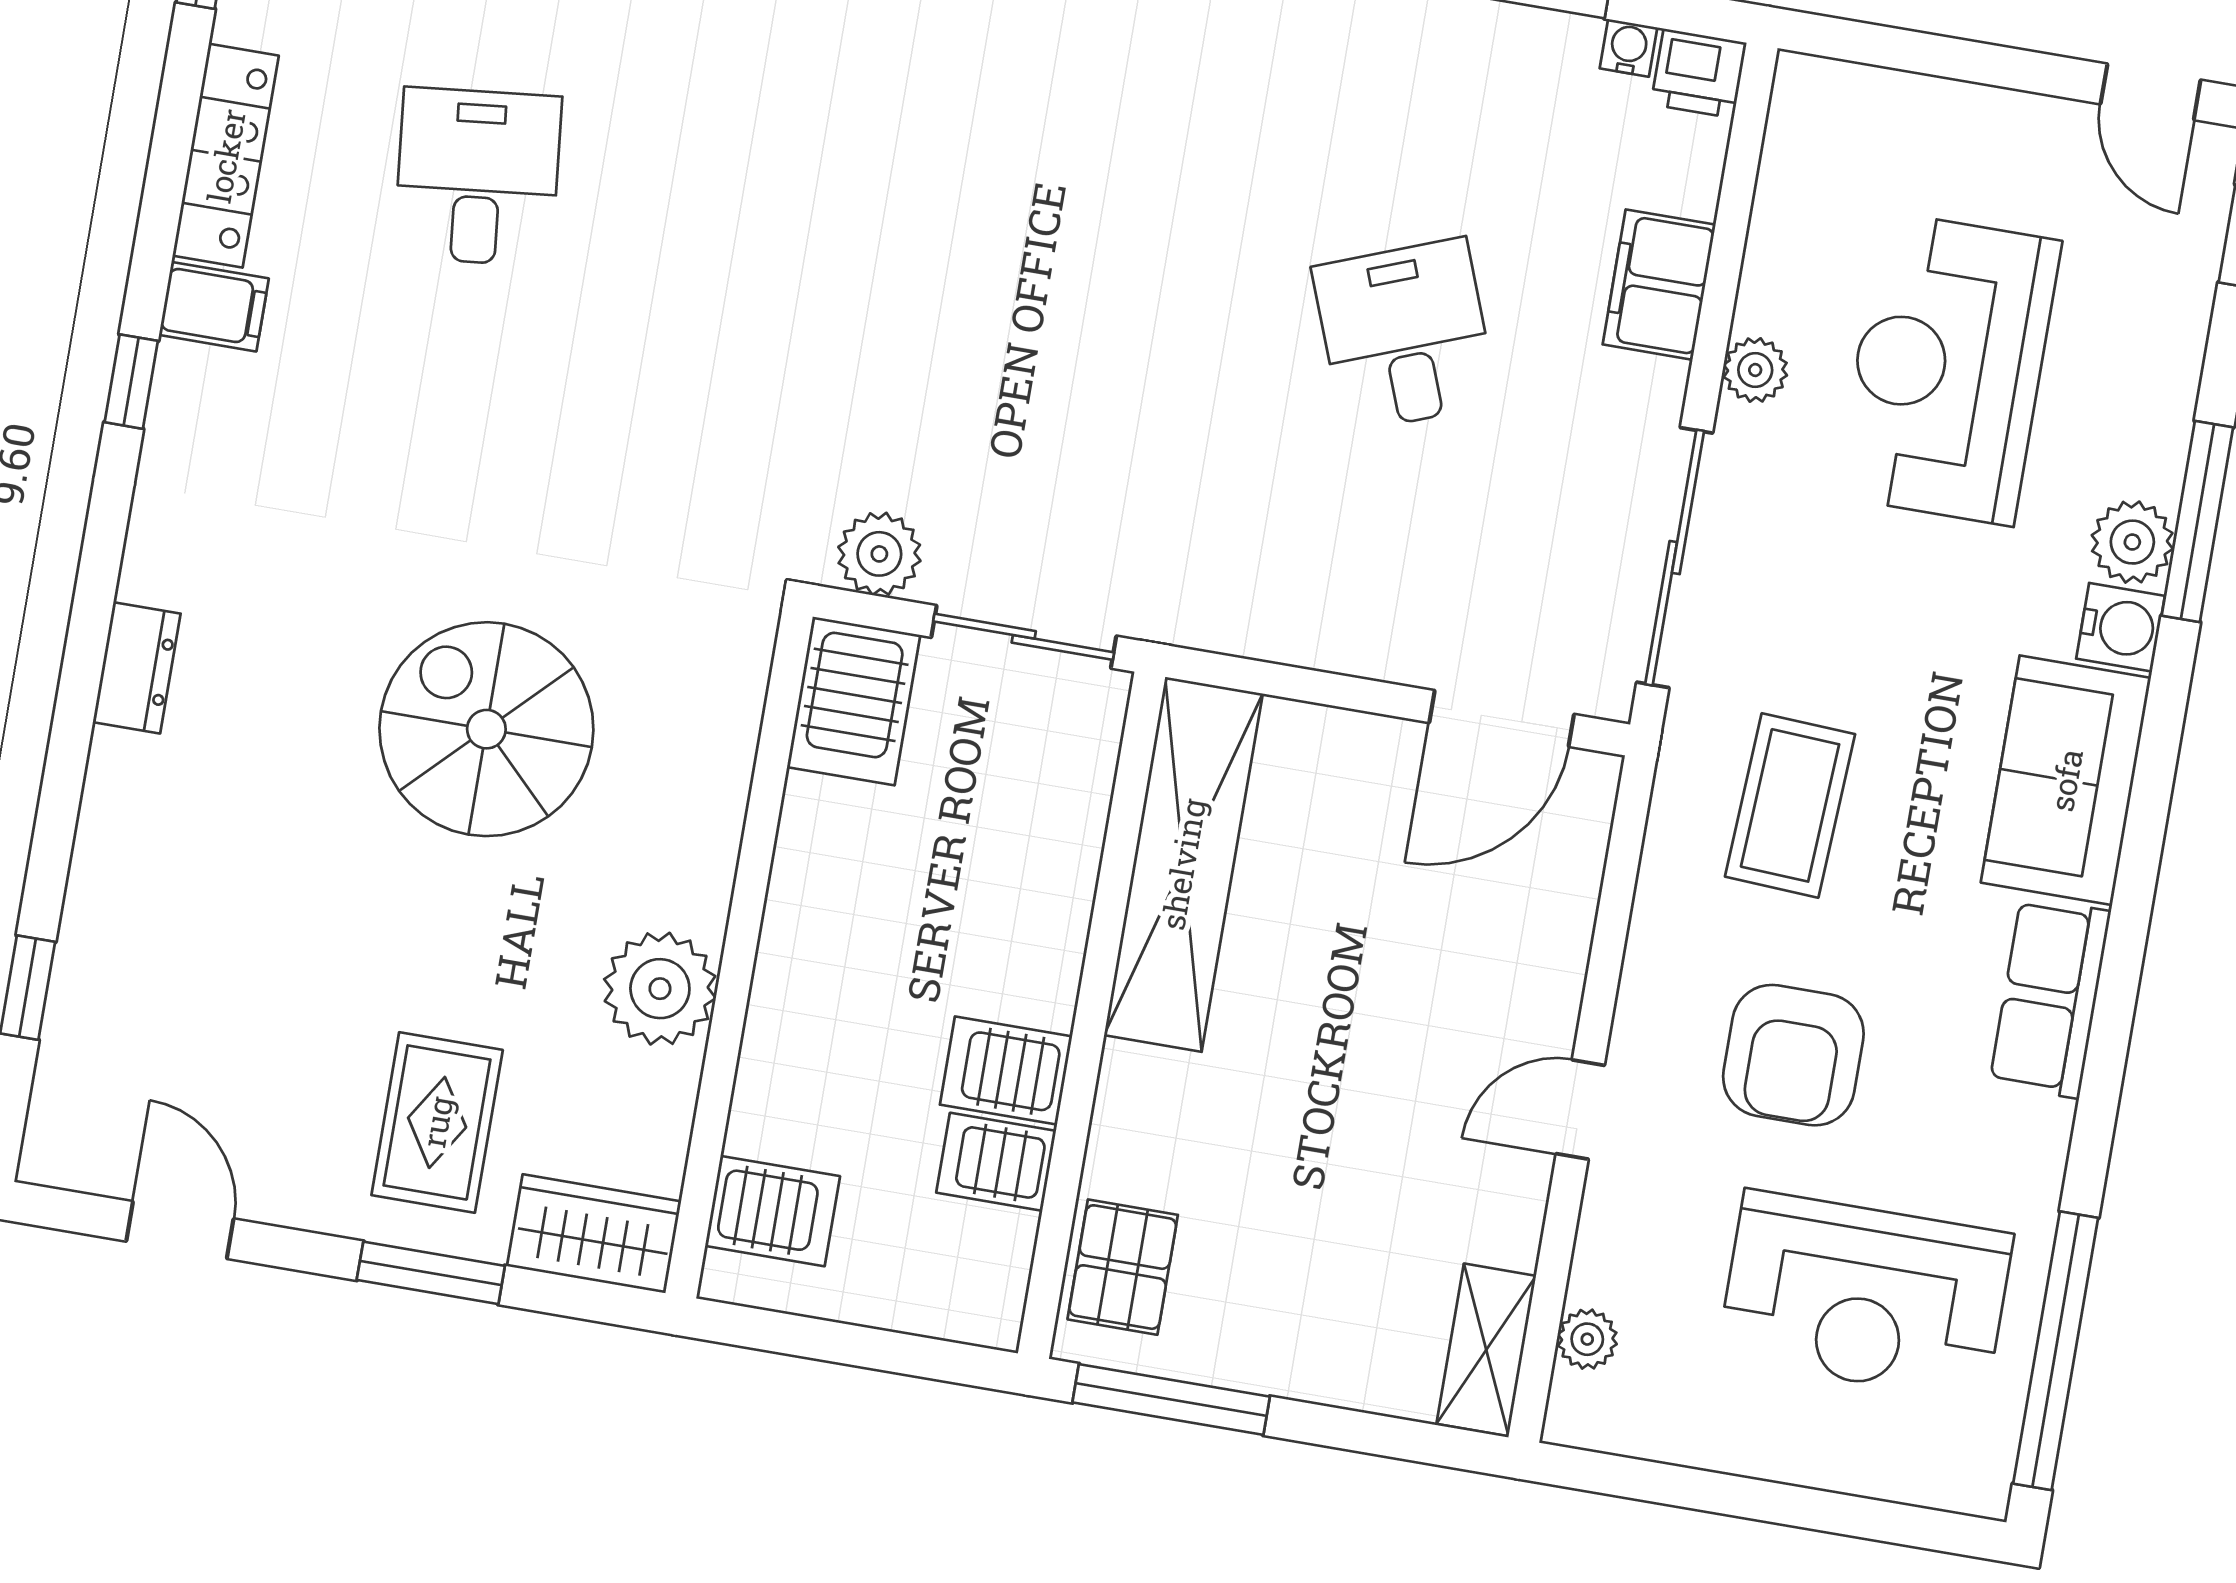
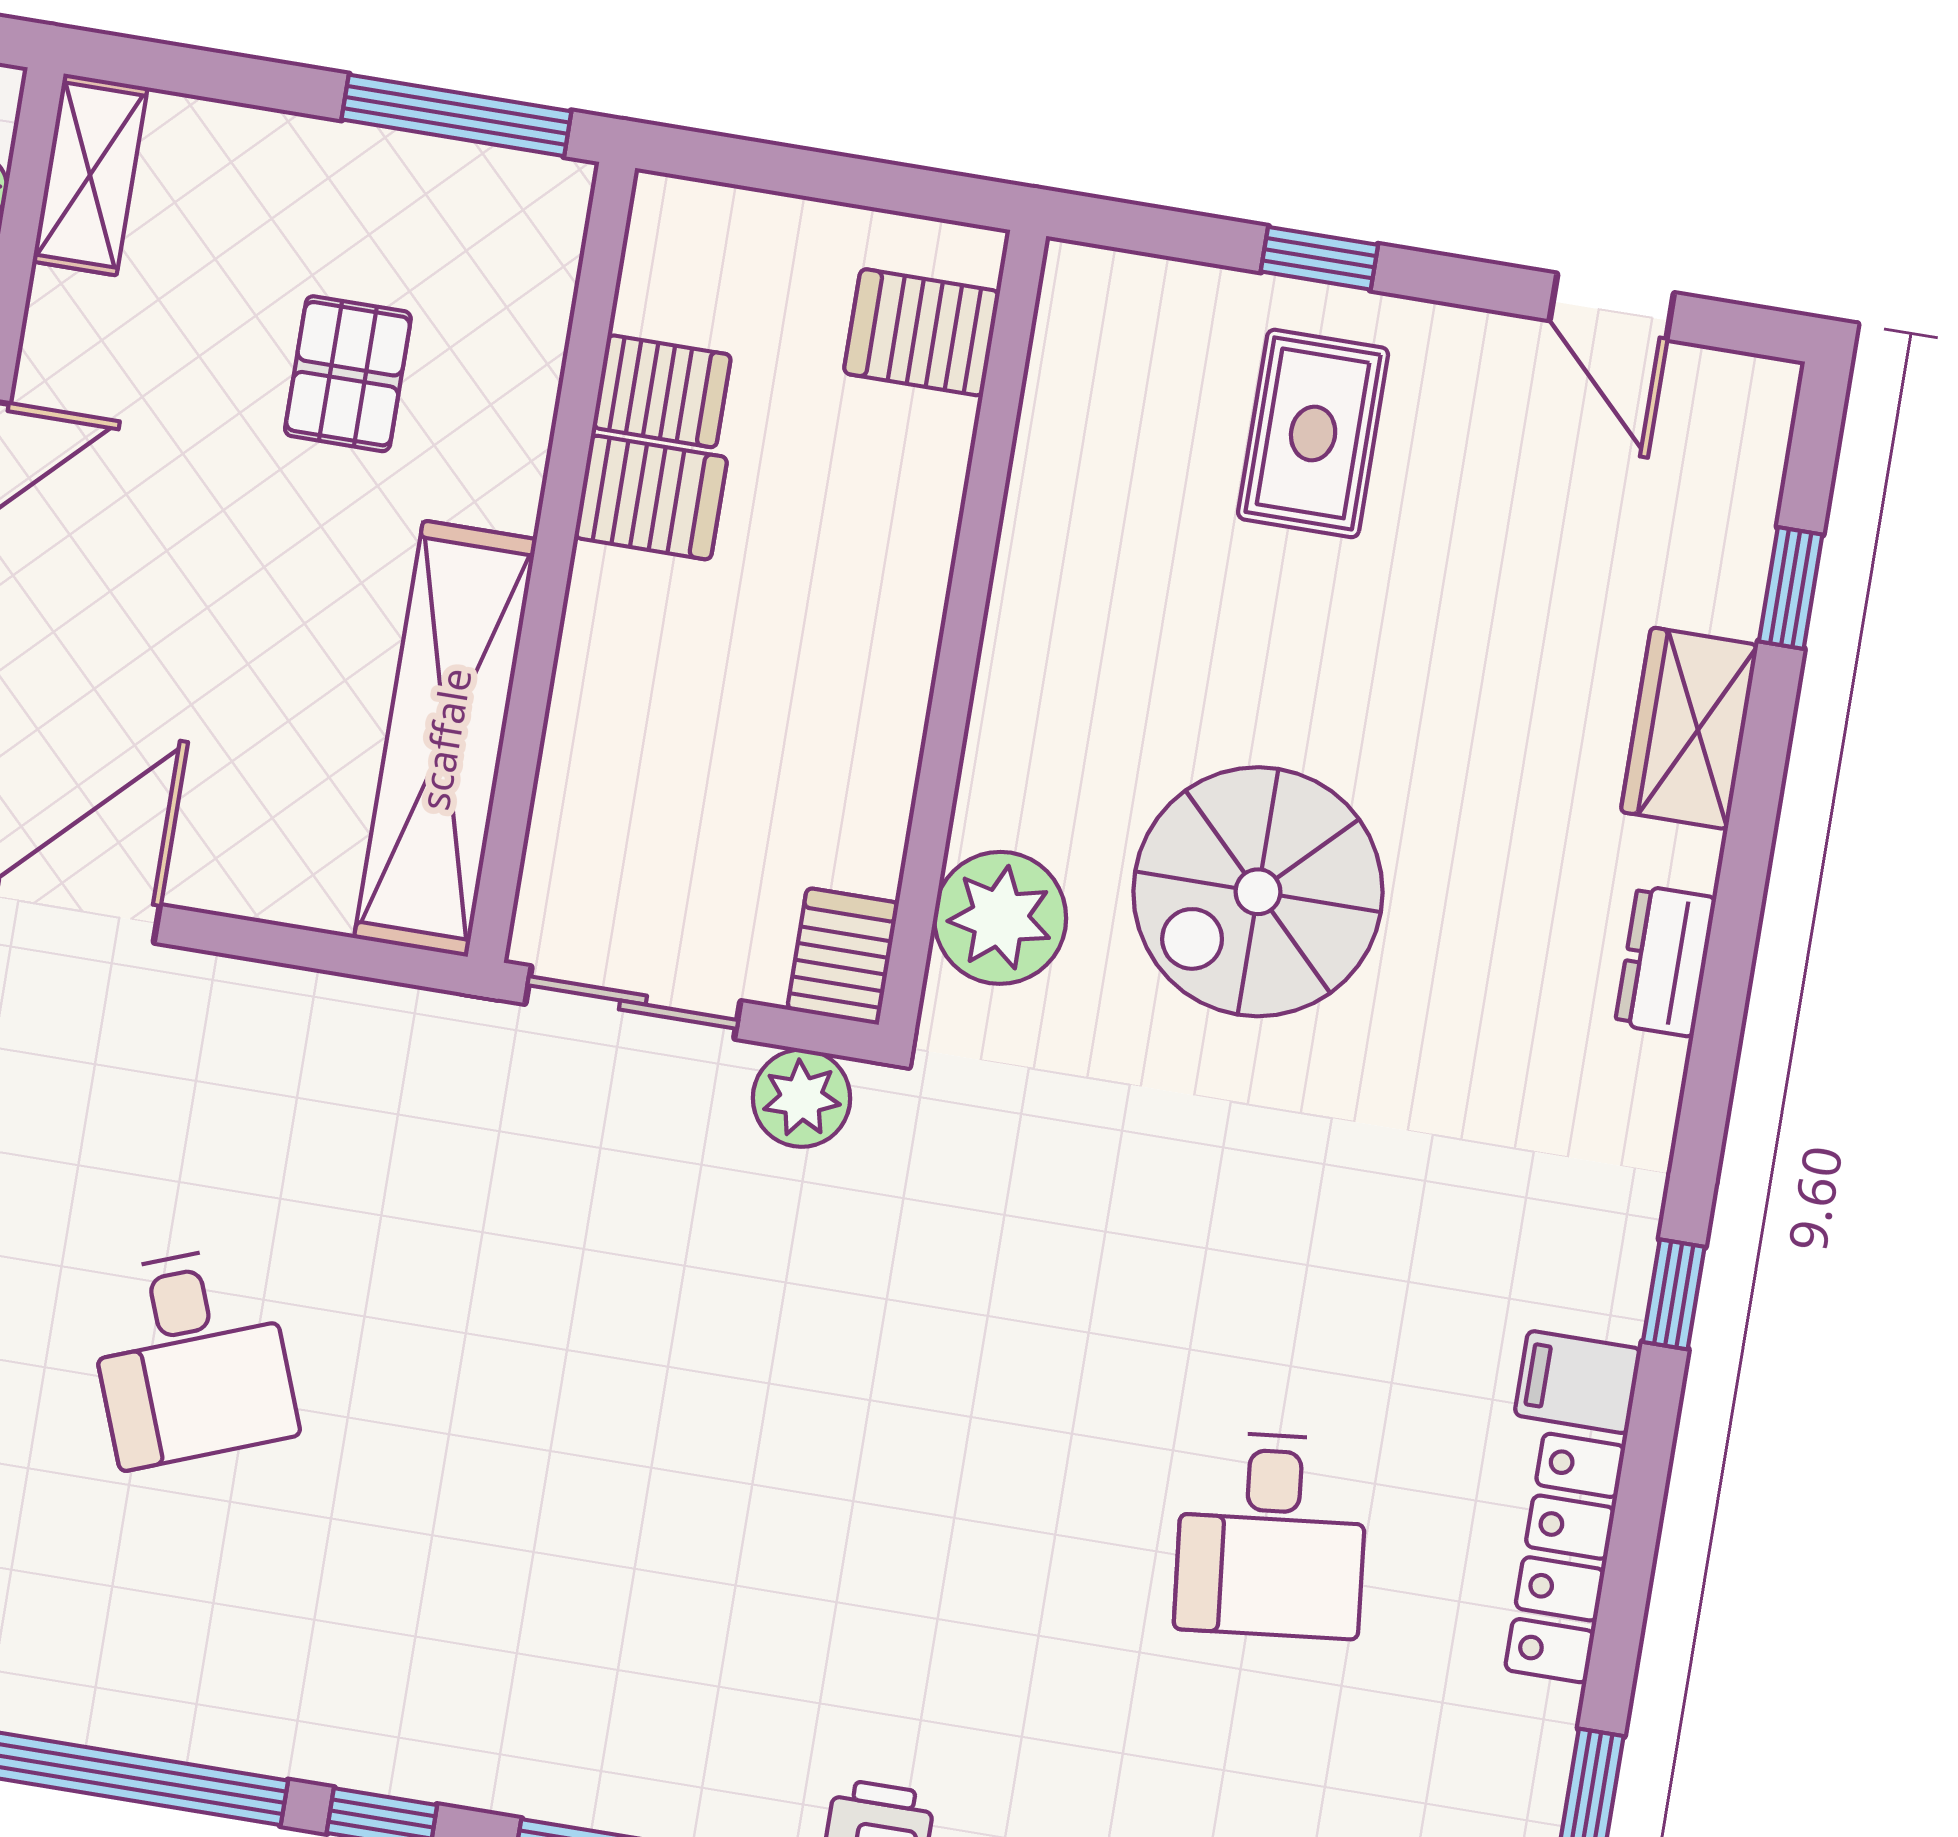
server rack: (854, 701) -> (843, 956), width x0.73, depth x0.70
spiral stairs: (486, 729) -> (1258, 892), turned 90
plant: (660, 989) -> (1000, 918), moved
wardrobe: (594, 1234) -> (1689, 728), moved, turned 90
pallet: (1123, 1267) -> (348, 374), moved
window: (431, 1273) -> (1319, 258), width x0.67

